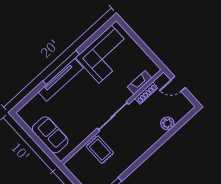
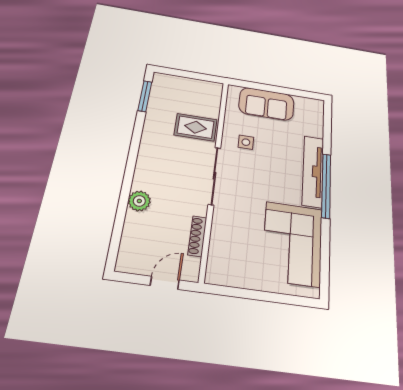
fireplace: (140, 83) -> (218, 243), removed
side table: (81, 122) -> (246, 142), added
plant: (167, 123) -> (139, 201), moved

